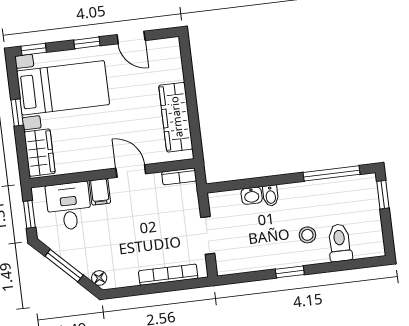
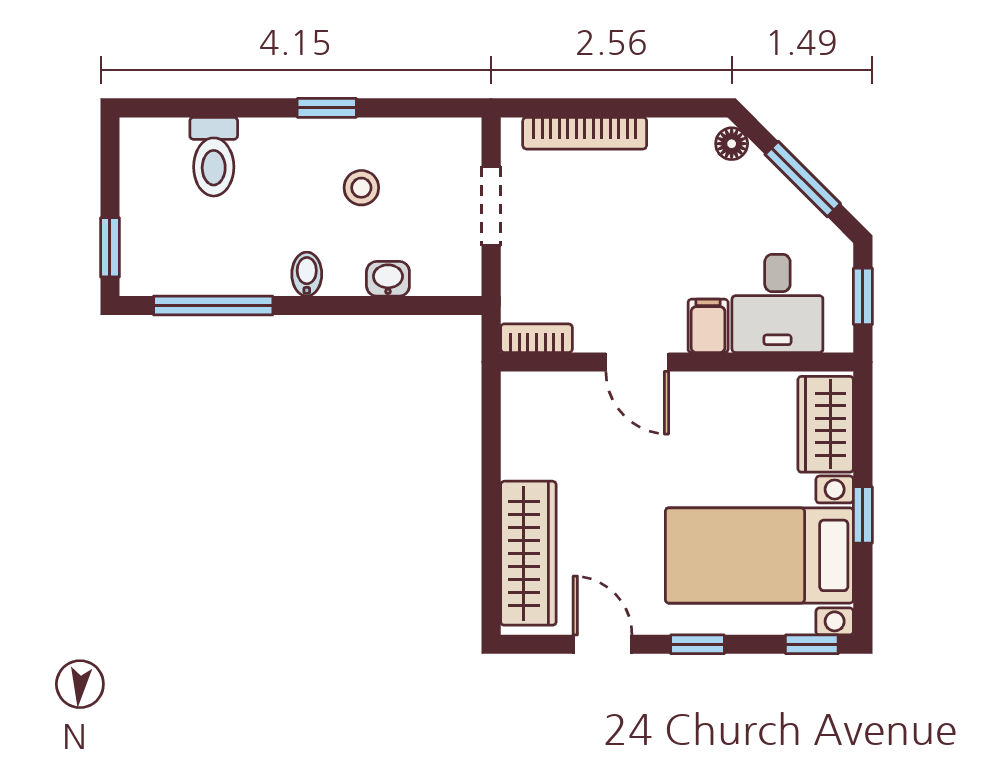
wardrobe: (176, 117) -> (528, 553), moved
bidet: (271, 196) -> (307, 274), moved
stool: (307, 235) -> (361, 188), moved

